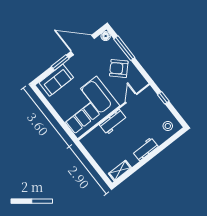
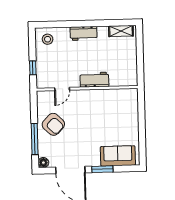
corner sofa: (87, 107) -> (108, 111), removed

